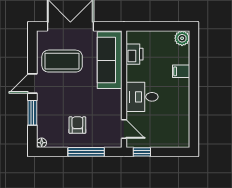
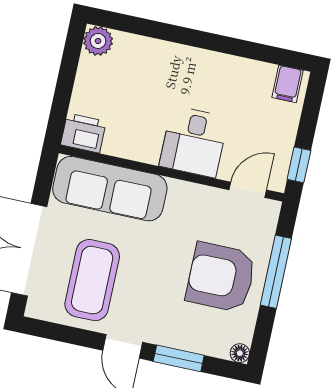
printer: (134, 54) -> (83, 133), moved
filing cabinet: (181, 71) -> (288, 84), moved
armchair: (77, 125) -> (221, 277), width x1.88, depth x1.88

